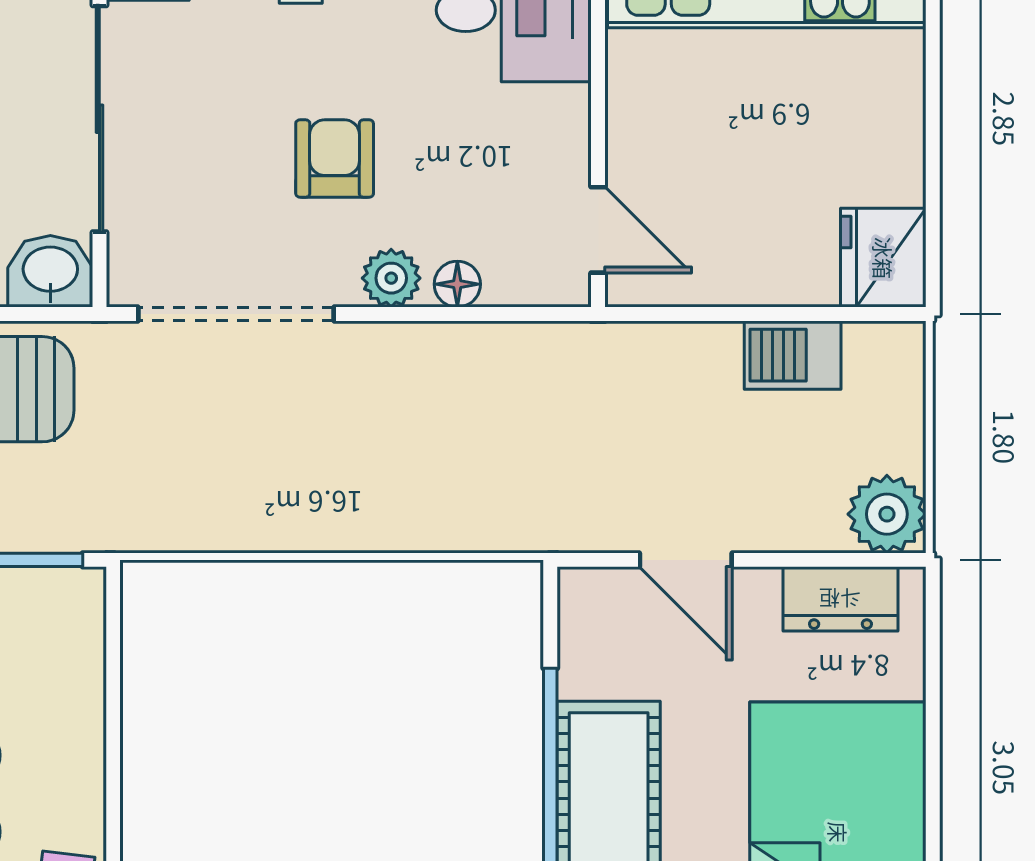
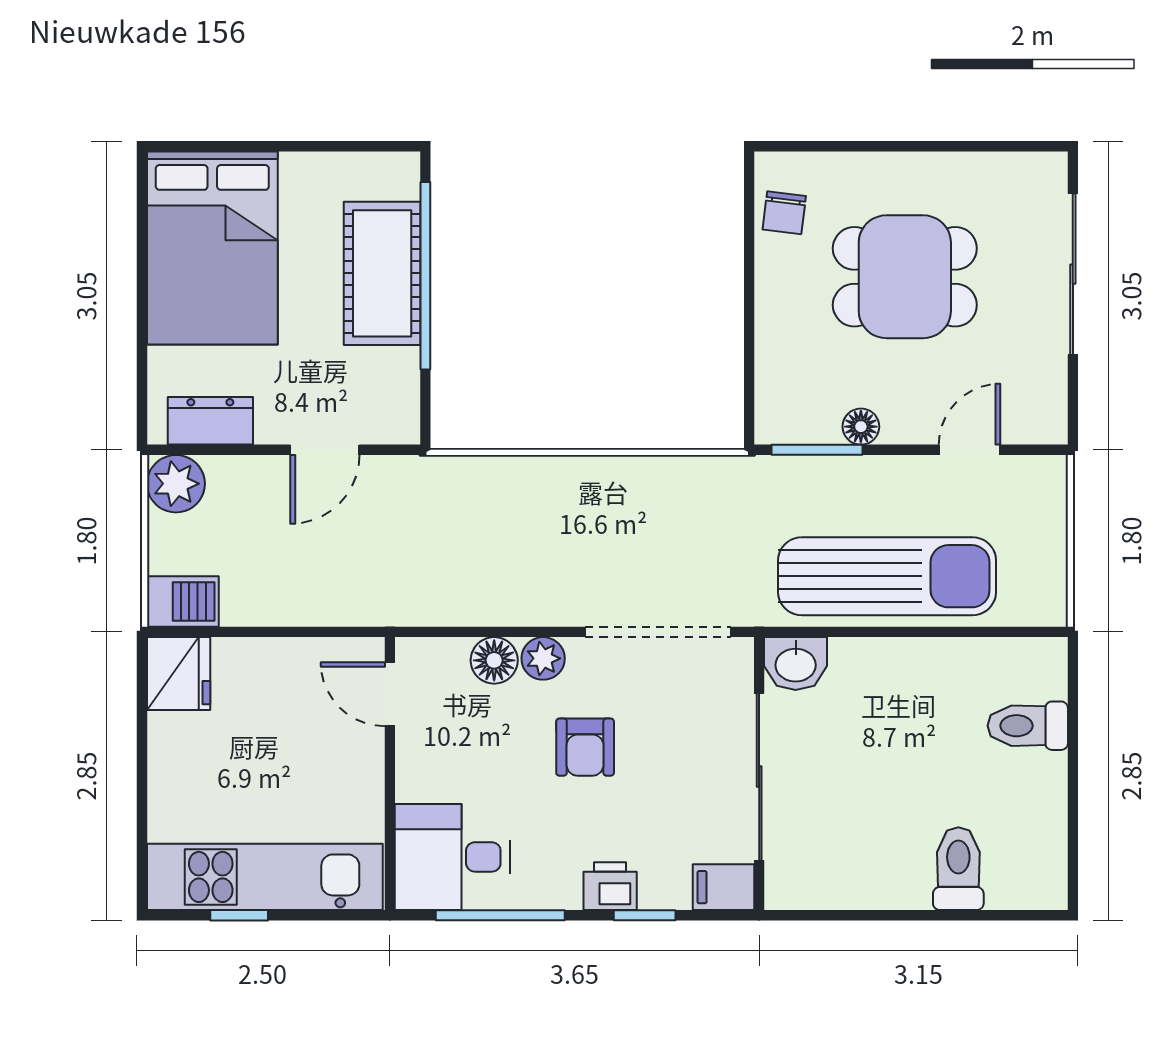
floor lamp: (457, 284) -> (494, 660), width x1.37, depth x1.37
barbecue: (793, 355) -> (183, 601), moved
door: (686, 560) -> (325, 450), swing flipped

